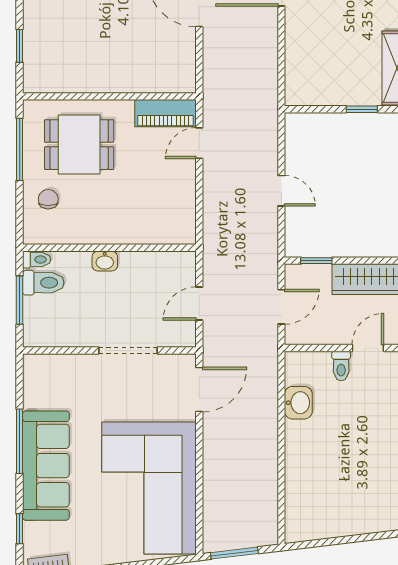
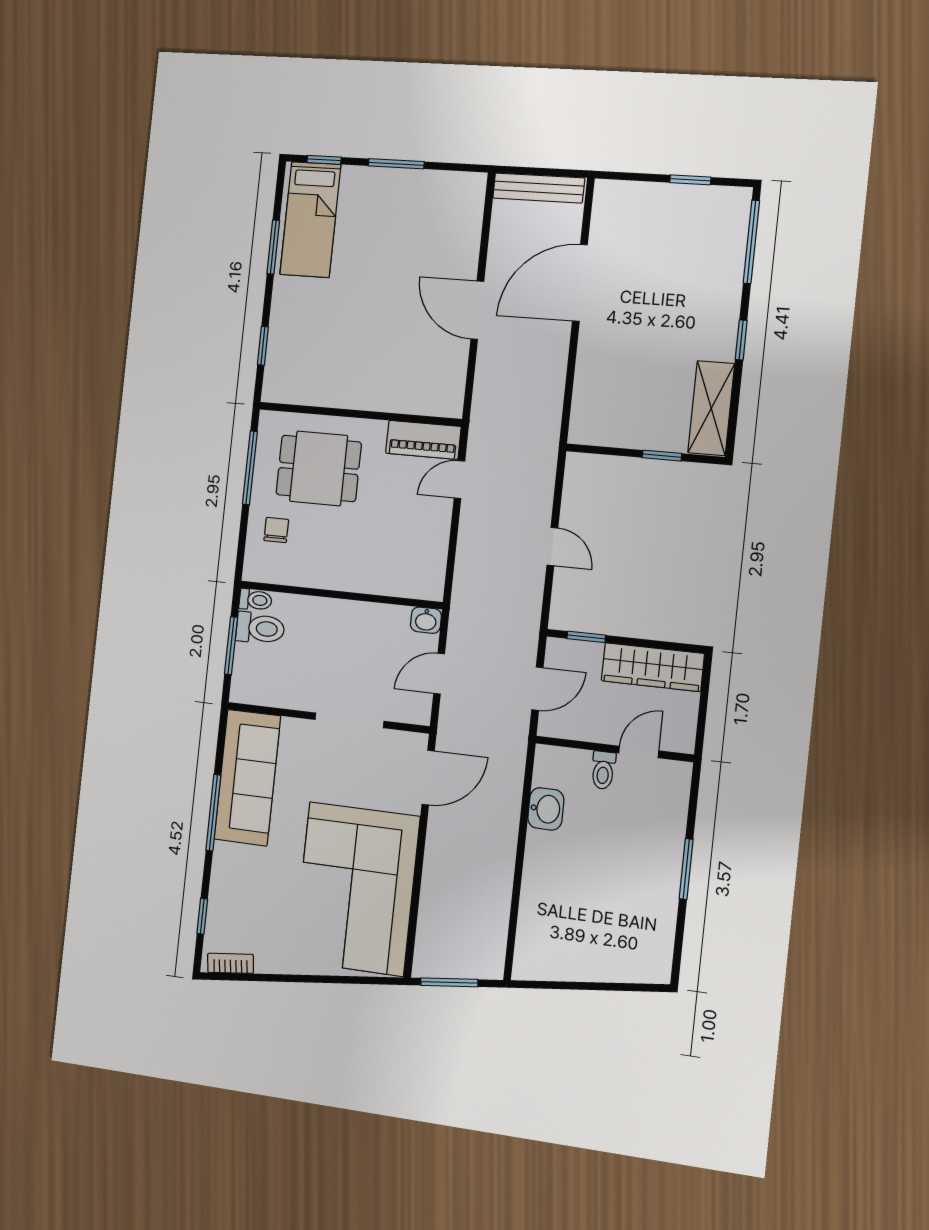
washbasin: (105, 261) -> (426, 620), moved
sofa: (46, 466) -> (247, 778), moved

